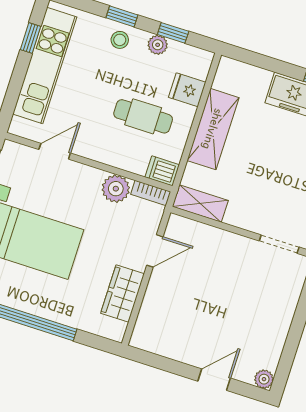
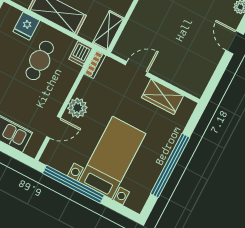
door: (55, 151) -> (54, 127), swing flipped
plant: (116, 189) -> (77, 108), moved
door: (155, 251) -> (136, 69), hinge flipped

